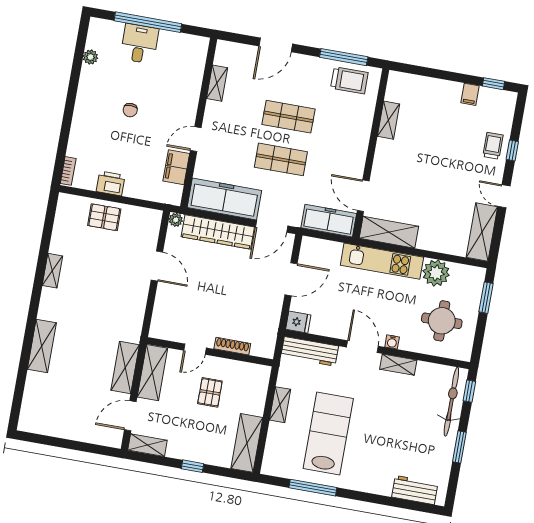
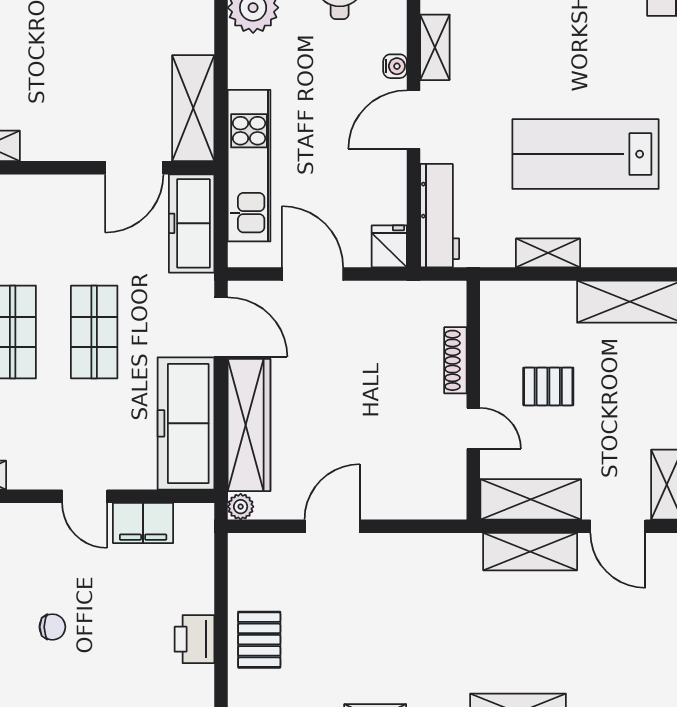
kitchen unit: (382, 261) -> (249, 166), moved

